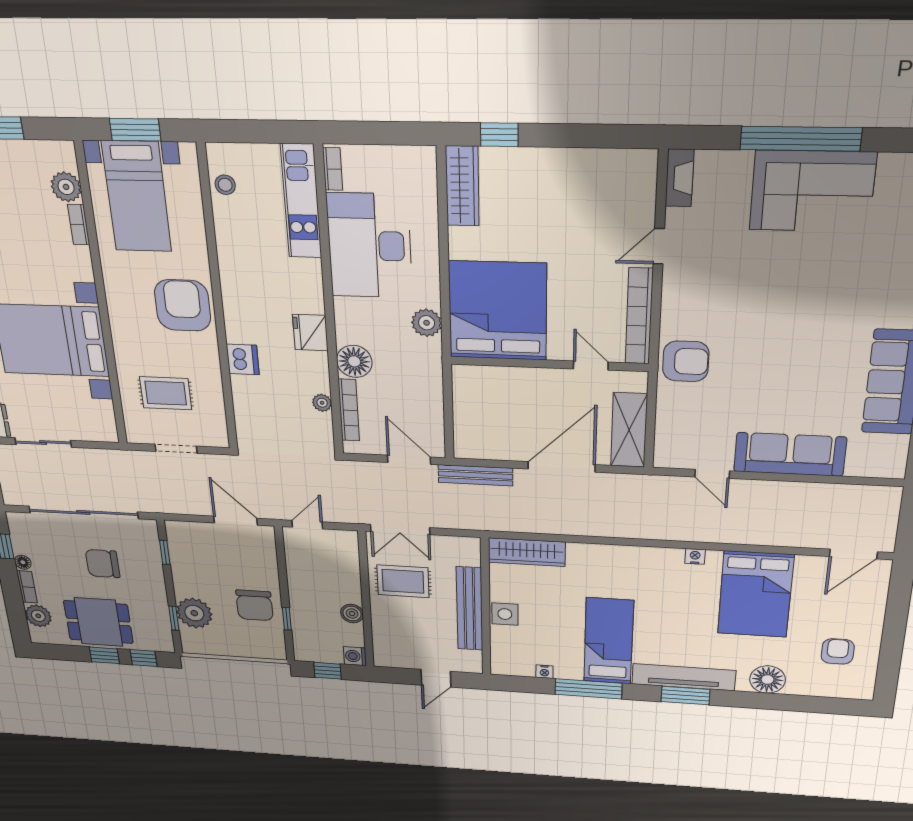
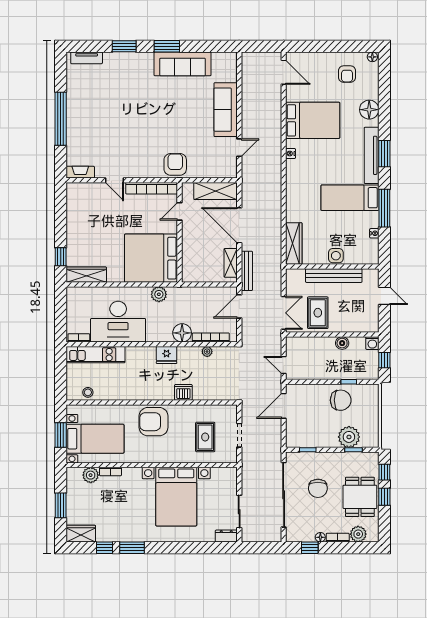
corner sofa: (812, 191) -> (86, 111), removed
shelving: (490, 449) -> (231, 263), added
armchair: (838, 651) -> (347, 74), turned -90
floor lamp: (865, 691) -> (372, 57), added

